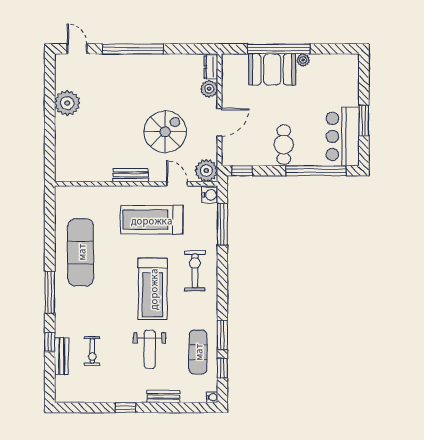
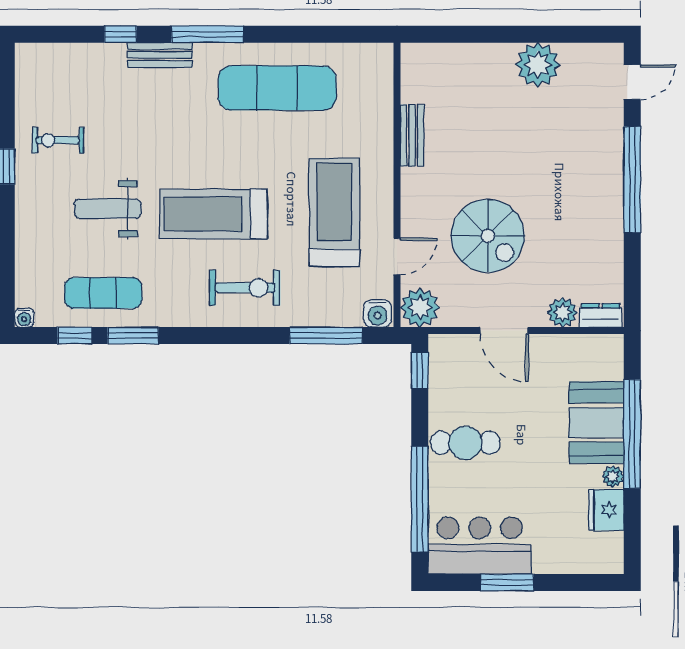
fridge: (322, 64) -> (606, 510), added
bench: (131, 175) -> (412, 135), moved
exercise bike: (92, 351) -> (58, 140), moved
bench: (62, 356) -> (160, 55), moved
bench: (164, 397) -> (26, 233), removed

